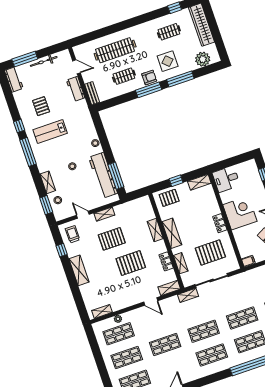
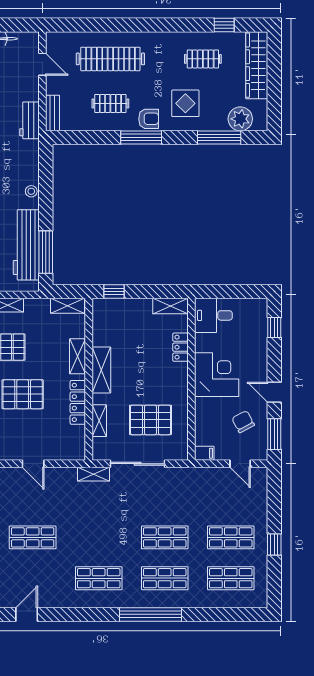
window: (180, 79) -> (219, 138), moved
workbench: (76, 89) -> (29, 120), moved
window: (176, 181) -> (114, 292), moved
pallet: (169, 198) -> (116, 314), removed
locker: (220, 223) -> (180, 347), moved
locker: (166, 261) -> (78, 402), width x1.53
shelving: (169, 288) -> (68, 306), moved
shop shelf: (204, 331) -> (99, 537), removed

